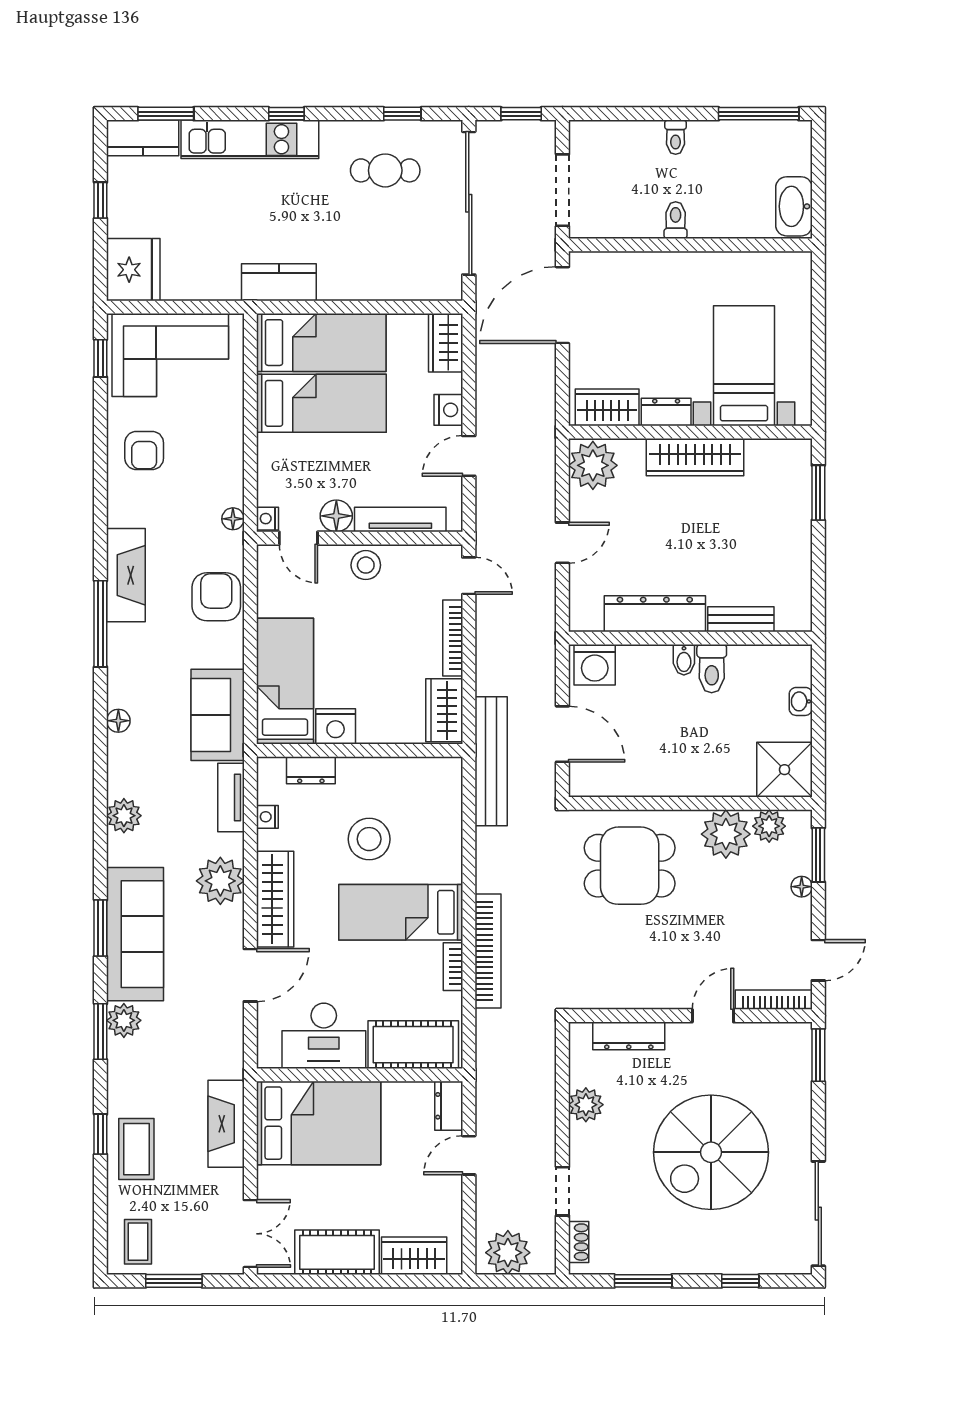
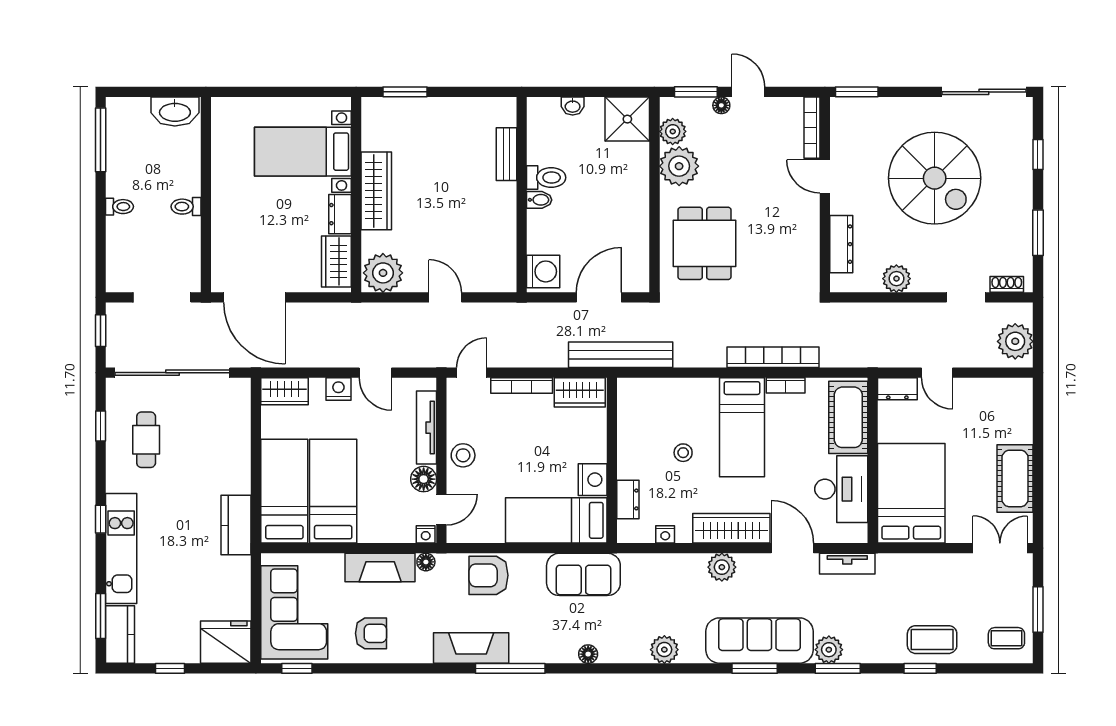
dresser: (655, 614) -> (502, 223), removed
tv unit: (231, 798) -> (847, 564), moved
stool: (369, 839) -> (683, 453), width x0.53, depth x0.53
plant: (220, 881) -> (722, 567), width x0.73, depth x0.73
door: (818, 960) -> (748, 92), moved
fireplace: (226, 1124) -> (380, 567), moved
wardrobe: (414, 1256) -> (1018, 417), removed

